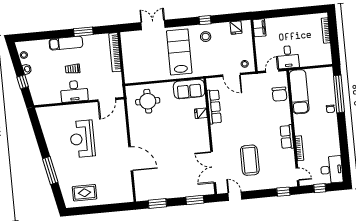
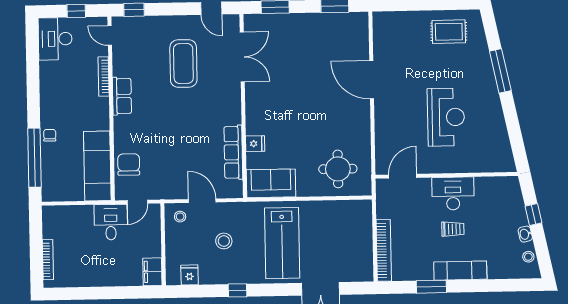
stool: (206, 37) -> (224, 241), moved

